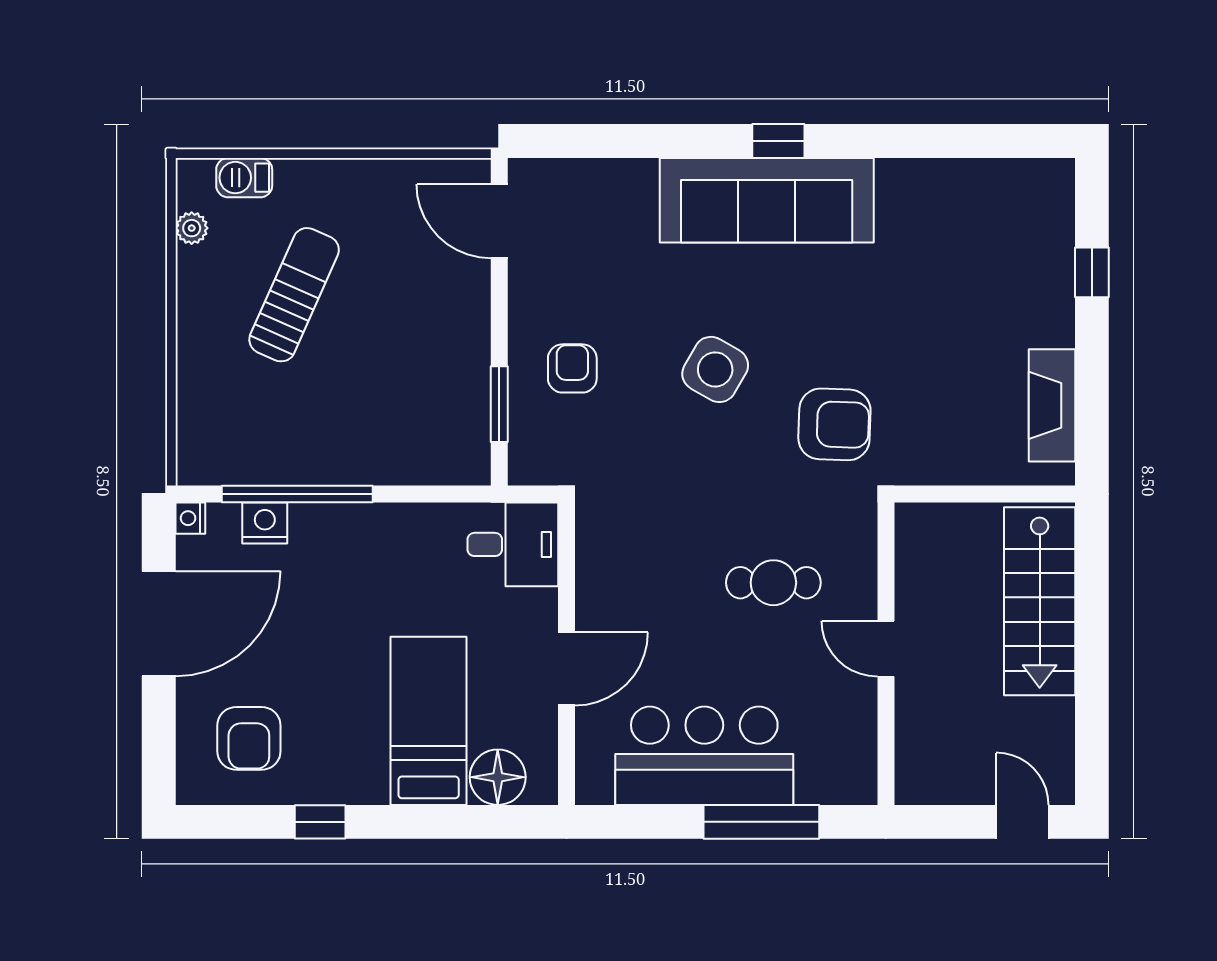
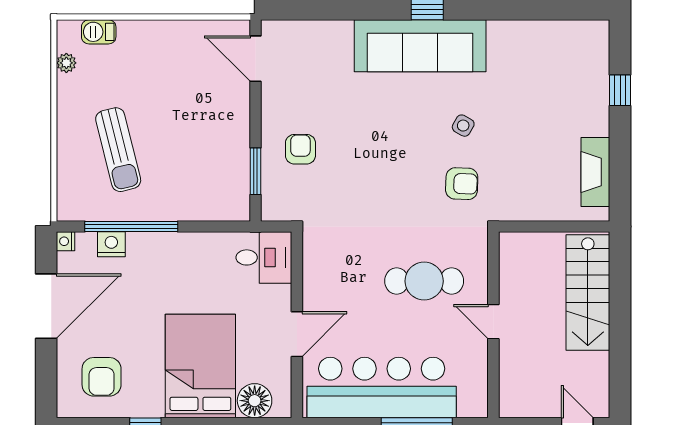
sun lounger: (294, 295) -> (118, 150), moved, turned 142
side table: (715, 369) -> (463, 126), moved, width x0.54, depth x0.54
armchair: (834, 424) -> (462, 184), width x0.72, depth x0.72
cafe table: (773, 583) -> (424, 281), width x1.37, depth x1.35
bed: (429, 721) -> (200, 366), width x1.50
bar counter: (704, 756) -> (382, 387), width x1.36

